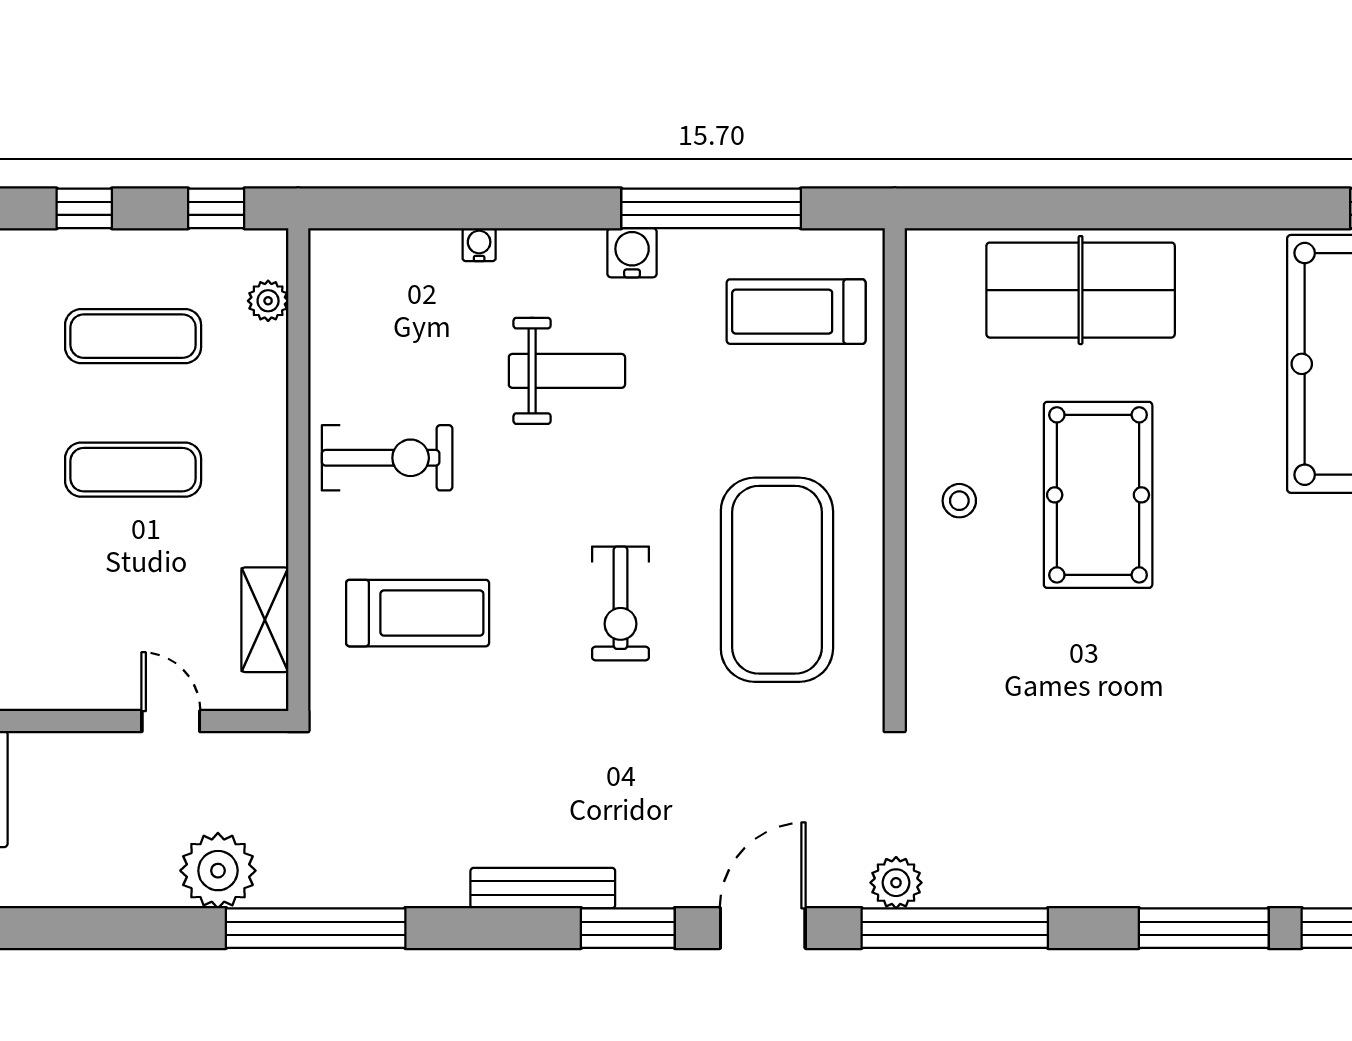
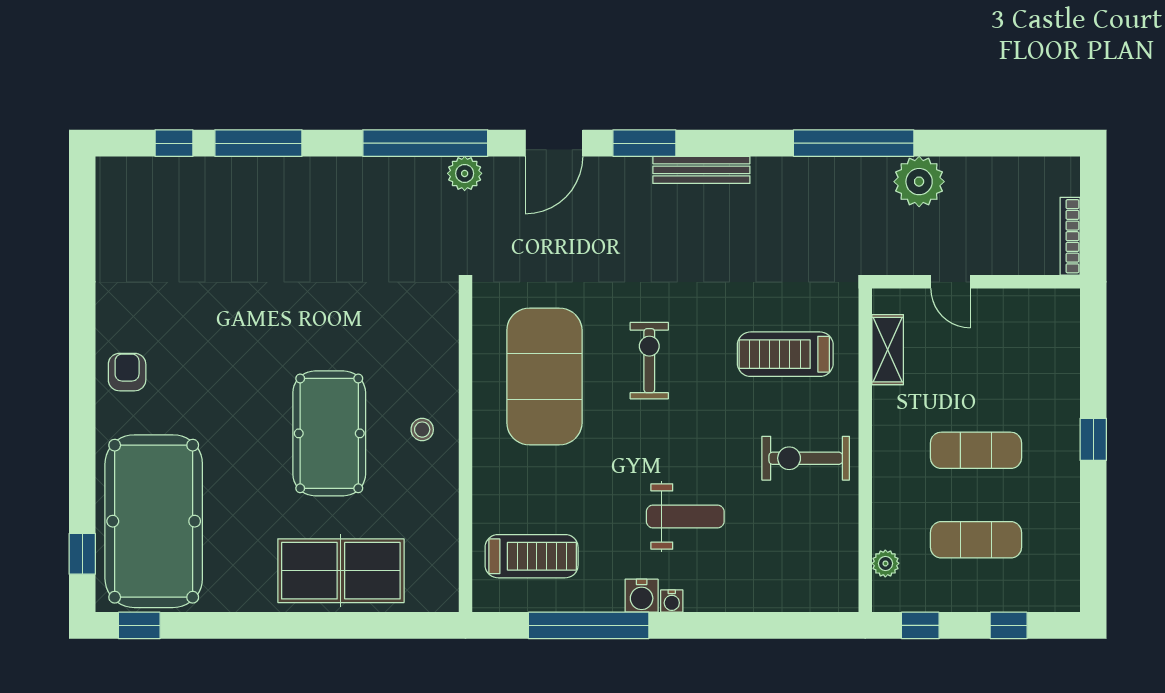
water cooler: (479, 245) -> (672, 601), moved
weight bench: (567, 371) -> (685, 516), turned 180

